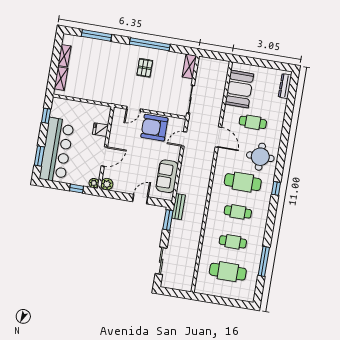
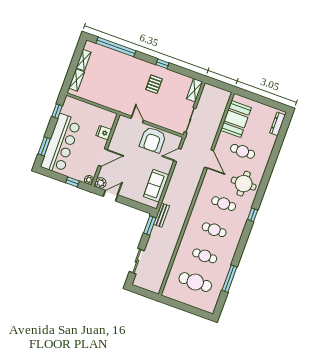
window: (97, 35) -> (116, 47), width x1.46
window: (150, 44) -> (162, 64), width x0.32
door: (134, 109) -> (137, 119), swing flipped
armchair: (154, 128) -> (153, 140), turned -90
cafe table: (243, 182) -> (224, 204), width x0.73, depth x0.74
door: (140, 199) -> (110, 196), moved

